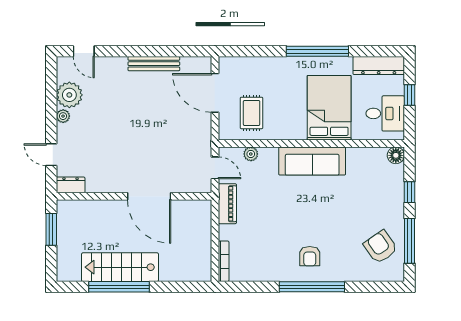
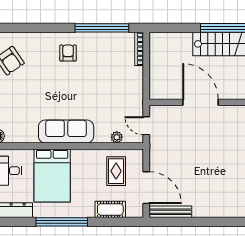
bench: (154, 64) -> (170, 212), moved
cot: (259, 66) -> (110, 209), added
piano: (227, 204) -> (136, 96), removed
window: (312, 287) -> (102, 28), moved

